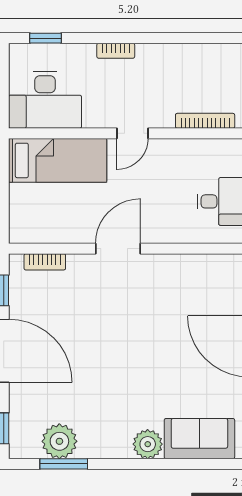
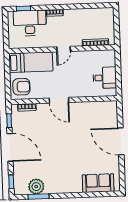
desk: (45, 100) -> (30, 23), moved, turned 180
armchair: (34, 215) -> (21, 87), added
door: (118, 249) -> (59, 100), swing flipped
plant: (148, 444) -> (75, 186), removed

